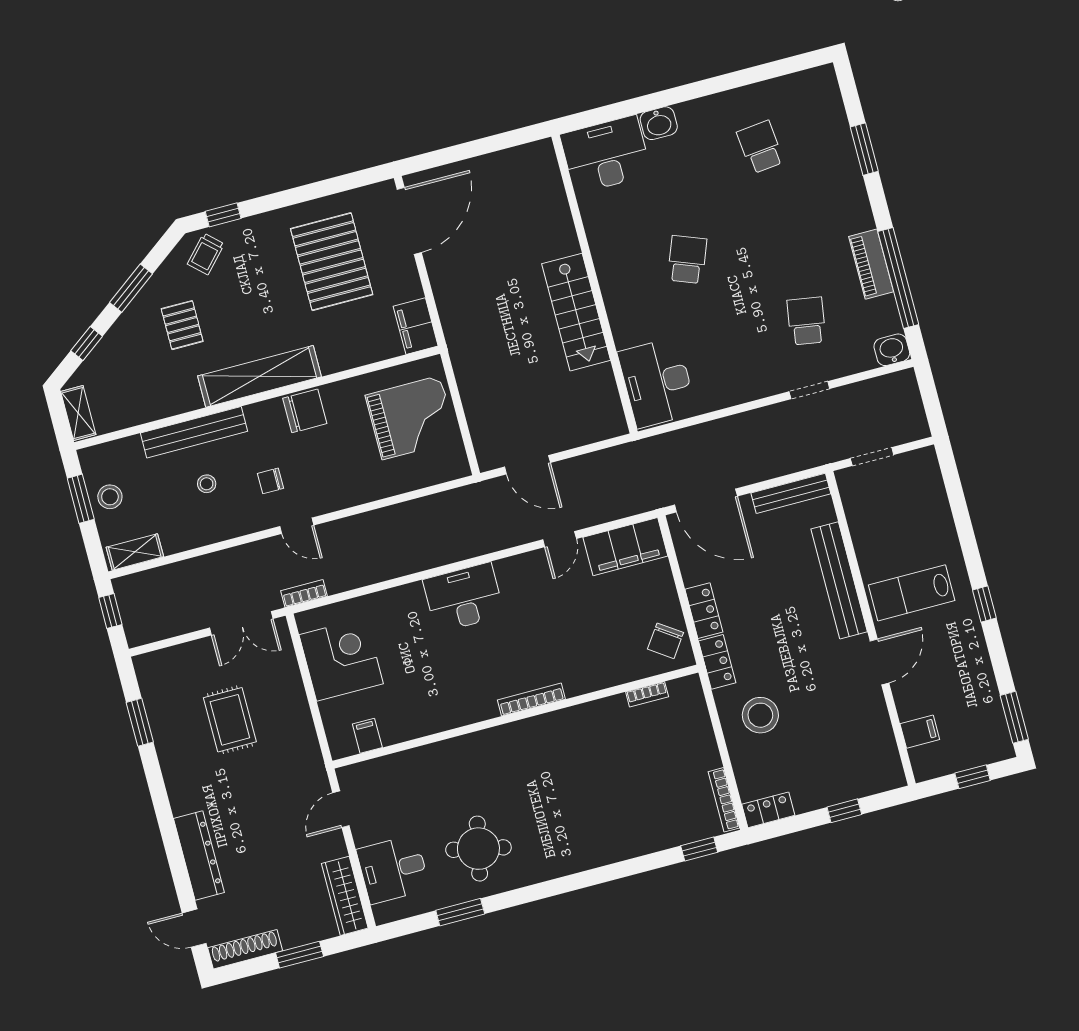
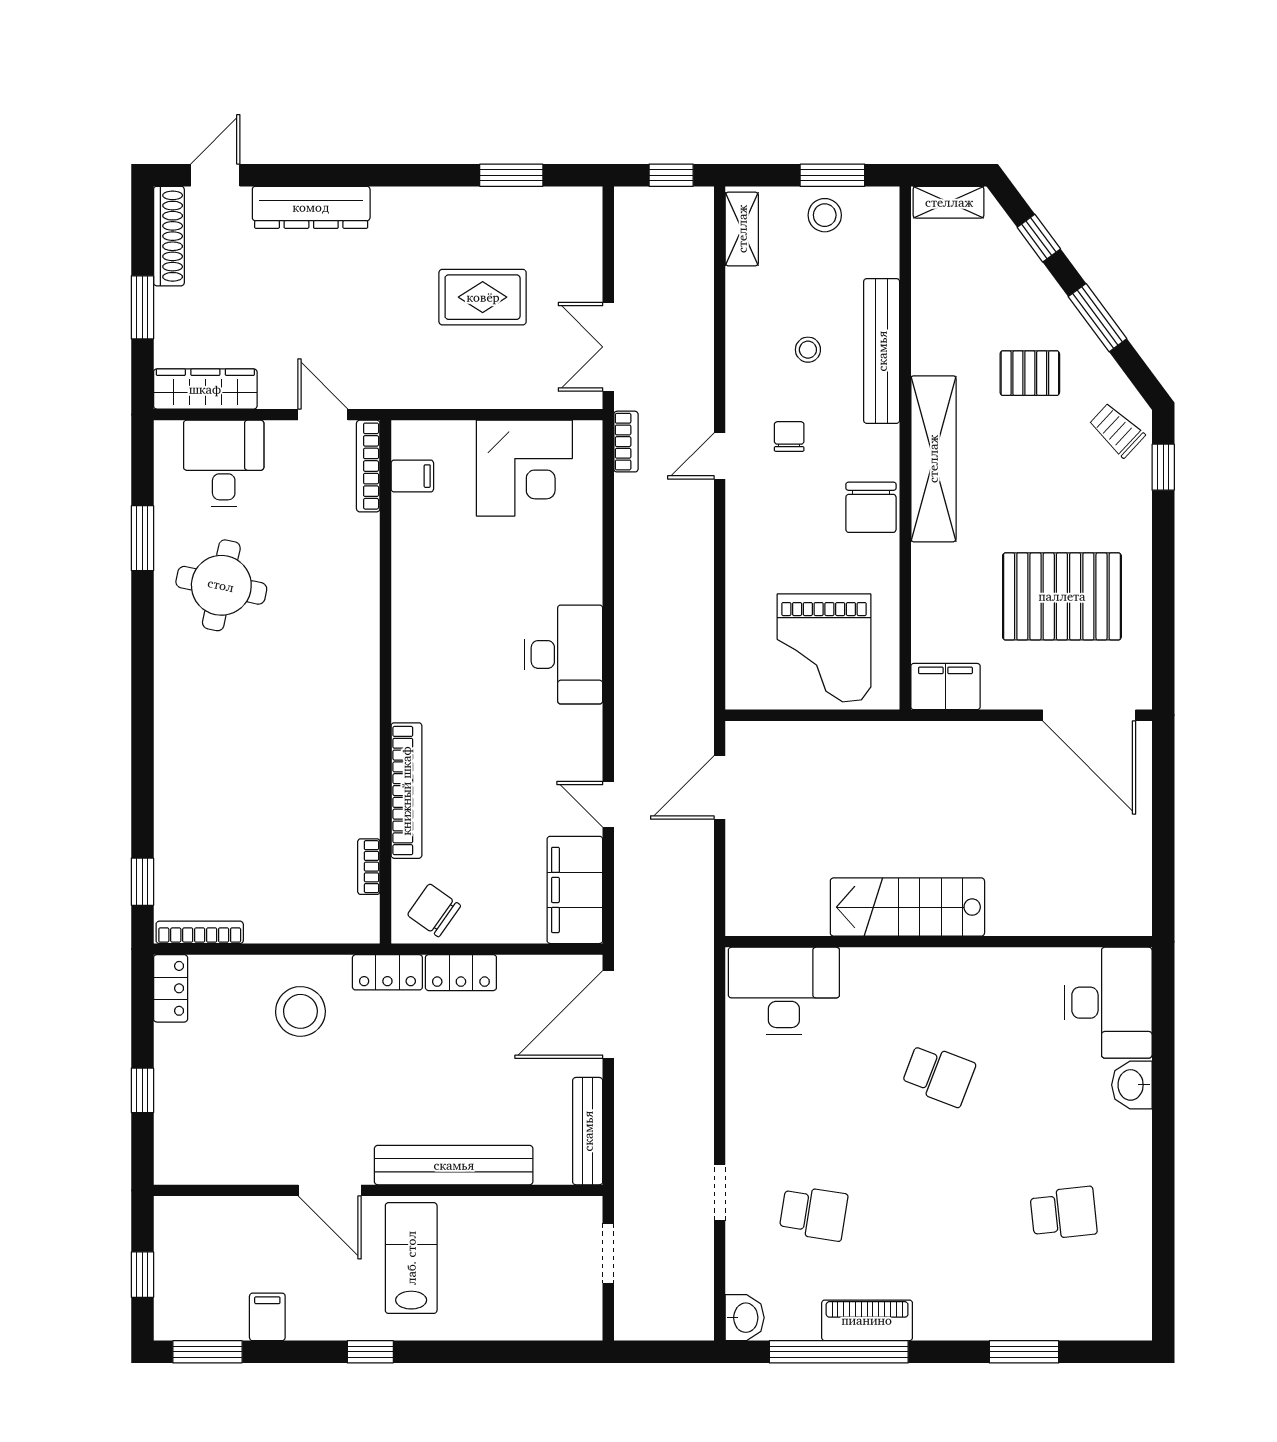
bookcase: (531, 700) -> (406, 791), moved, width x1.48, depth x1.31
filing cabinet: (920, 732) -> (267, 1317), moved, turned 180
bookcase: (368, 768) -> (368, 466), added

